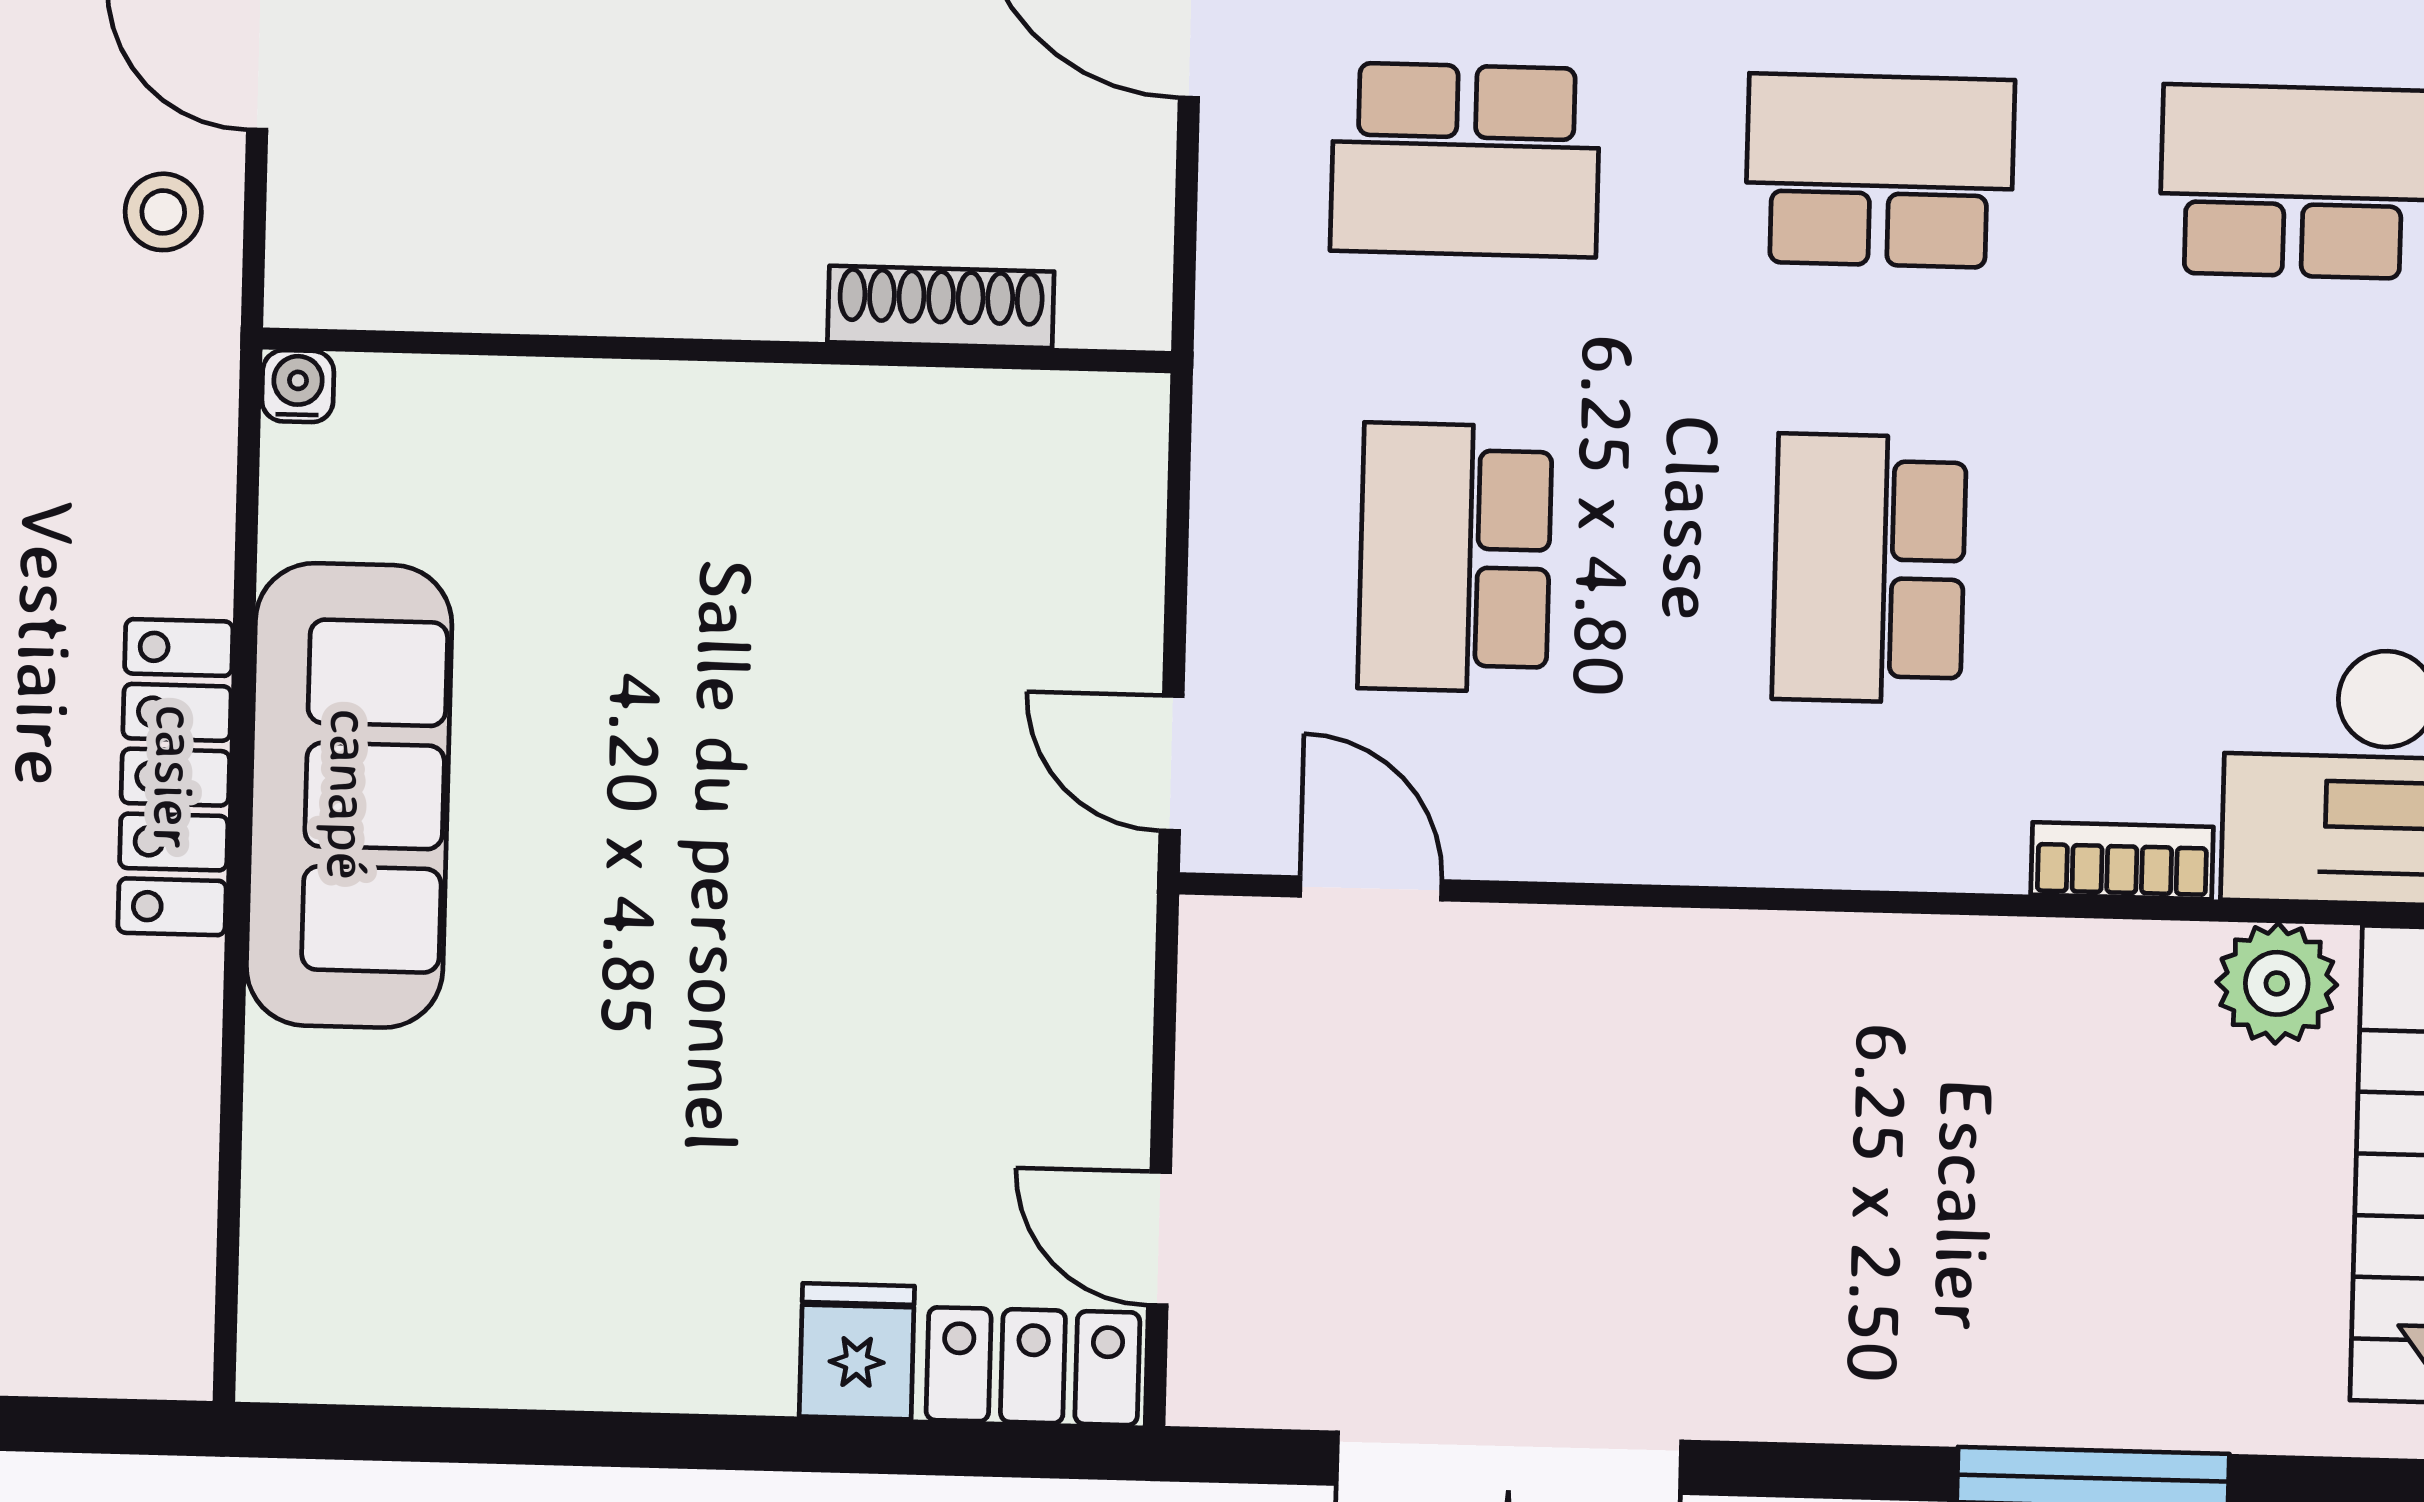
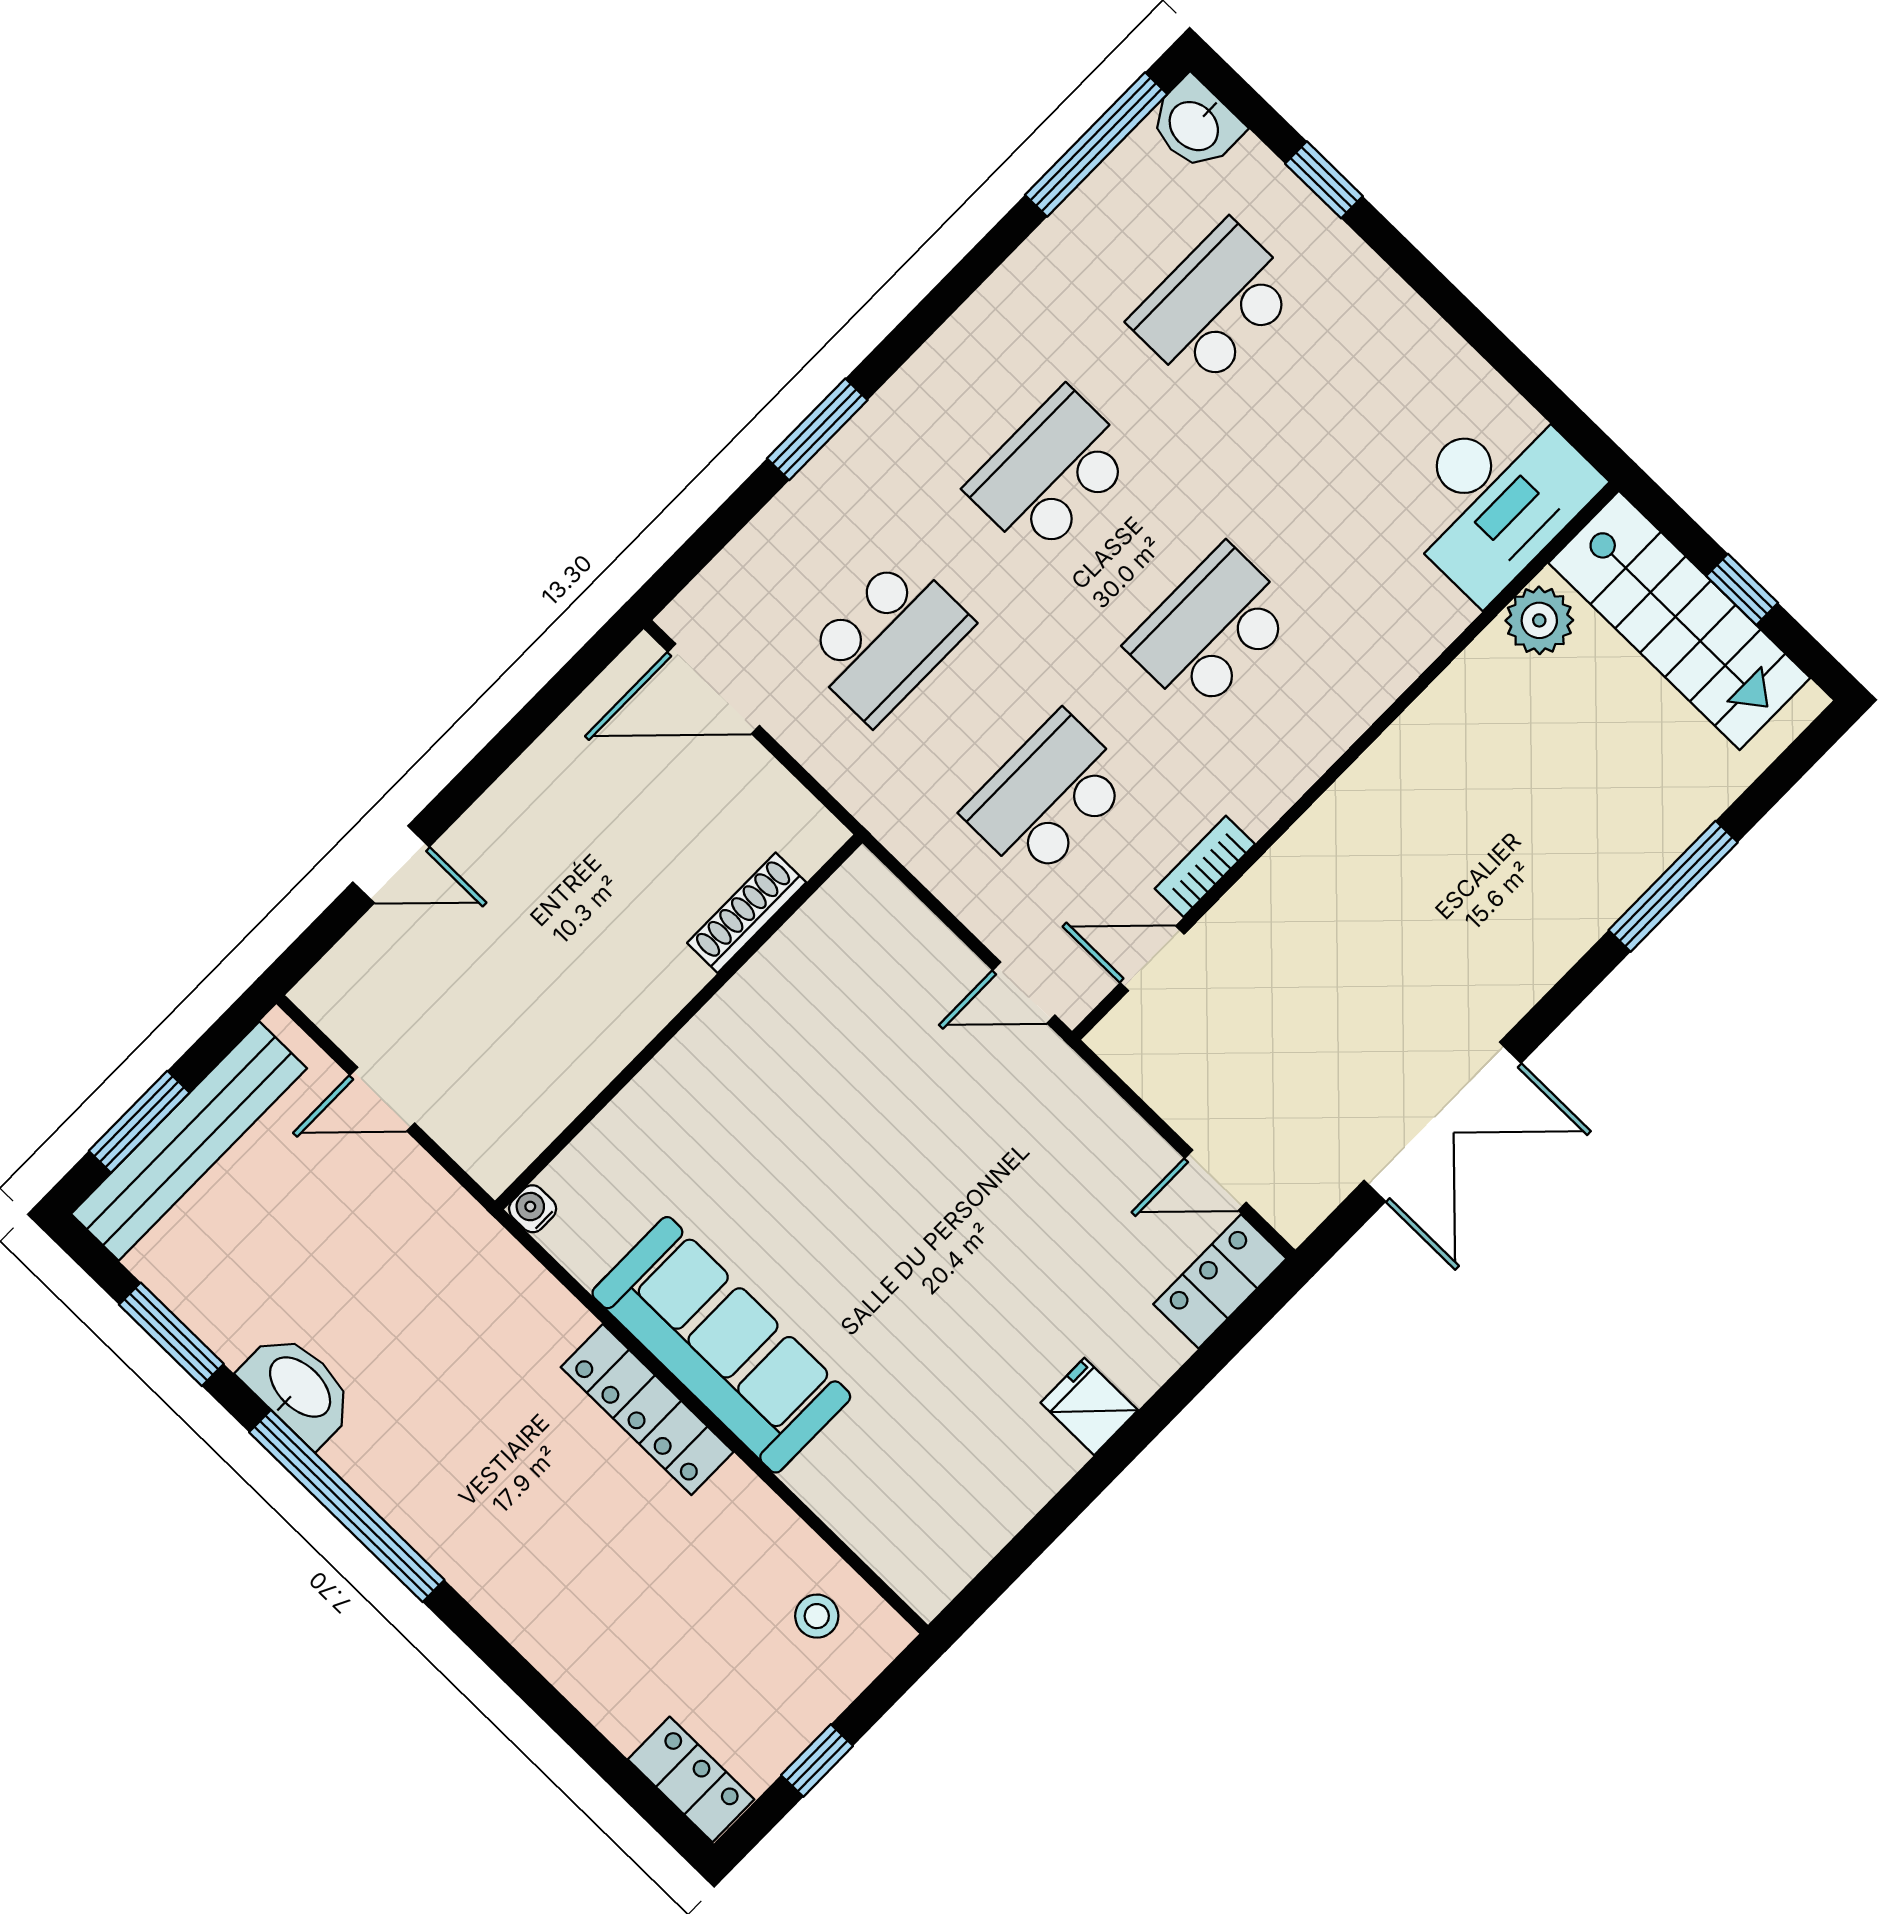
stool: (163, 212) -> (817, 1616), moved
school desk: (1455, 558) -> (1048, 796), turned 90
school desk: (1869, 568) -> (1211, 629), turned 90
bookcase: (2122, 861) -> (1205, 866), moved
fridge: (857, 1351) -> (1089, 1406), moved

